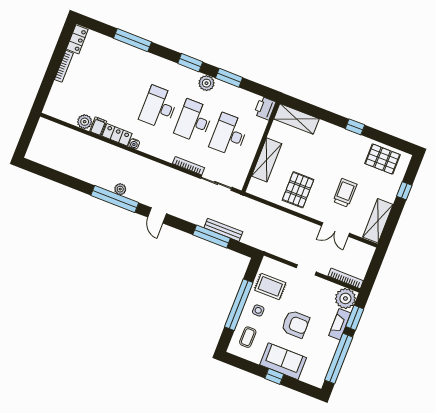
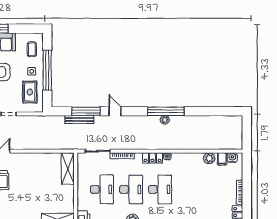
water cooler: (56, 112) -> (232, 158), added
filing cabinet: (98, 126) -> (222, 159), moved
locker: (117, 135) -> (153, 158), moved
shelving: (267, 160) -> (68, 169), moved
pallet: (298, 190) -> (37, 169), removed
door: (157, 215) -> (115, 111), moved
rug: (270, 286) -> (30, 92), turned 90

